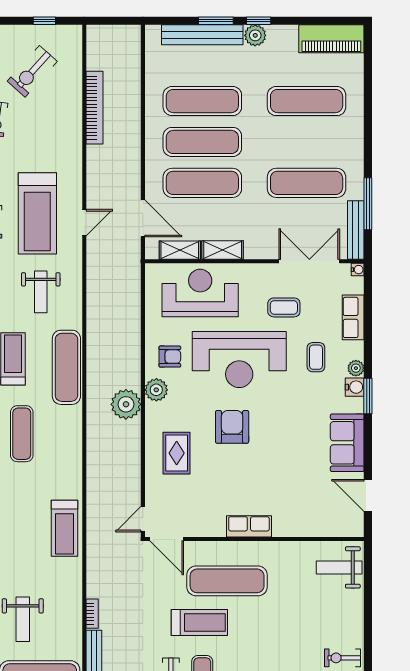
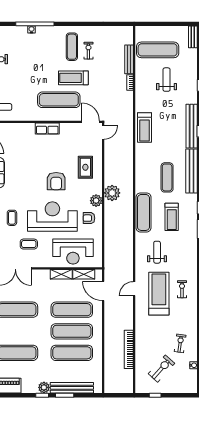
treadmill: (65, 528) -> (144, 128), turned 180

